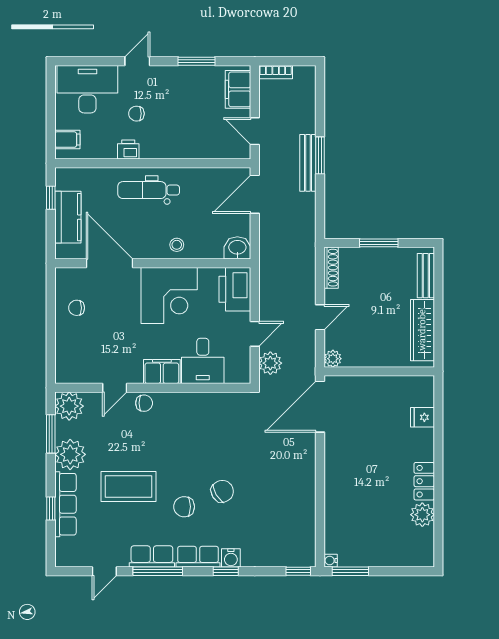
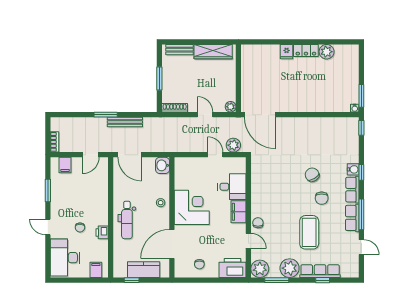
filing cabinet: (238, 89) -> (65, 165), width x0.50
bench: (308, 163) -> (125, 122), moved
printer: (235, 289) -> (233, 268), moved, turned 180
fridge: (422, 417) -> (287, 52), moved

